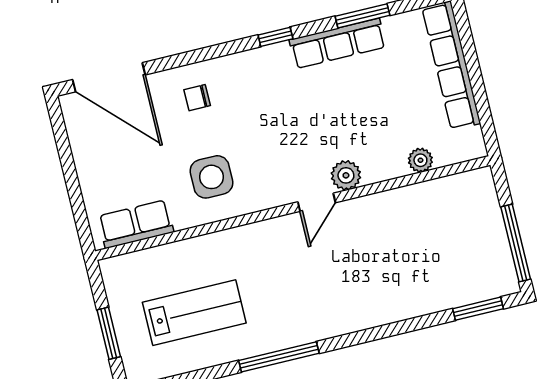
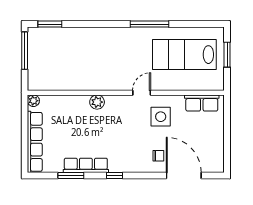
door: (109, 77) -> (184, 175), moved
plant: (420, 160) -> (33, 101), moved
door: (317, 202) -> (142, 93), moved
lab bench: (194, 313) -> (184, 55), width x1.36, depth x1.39

